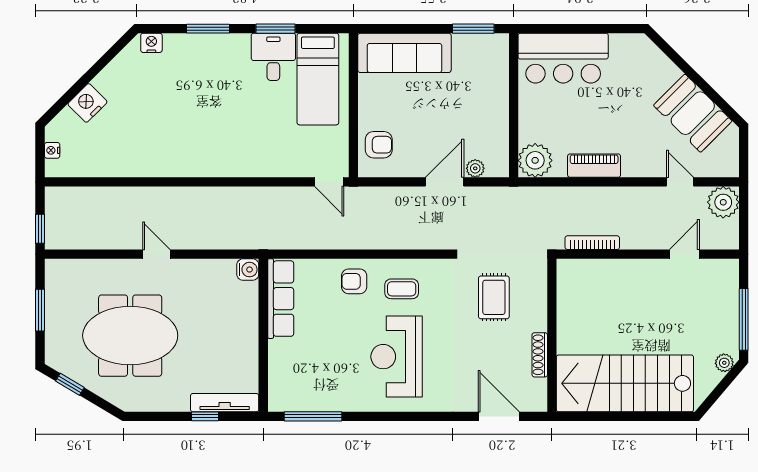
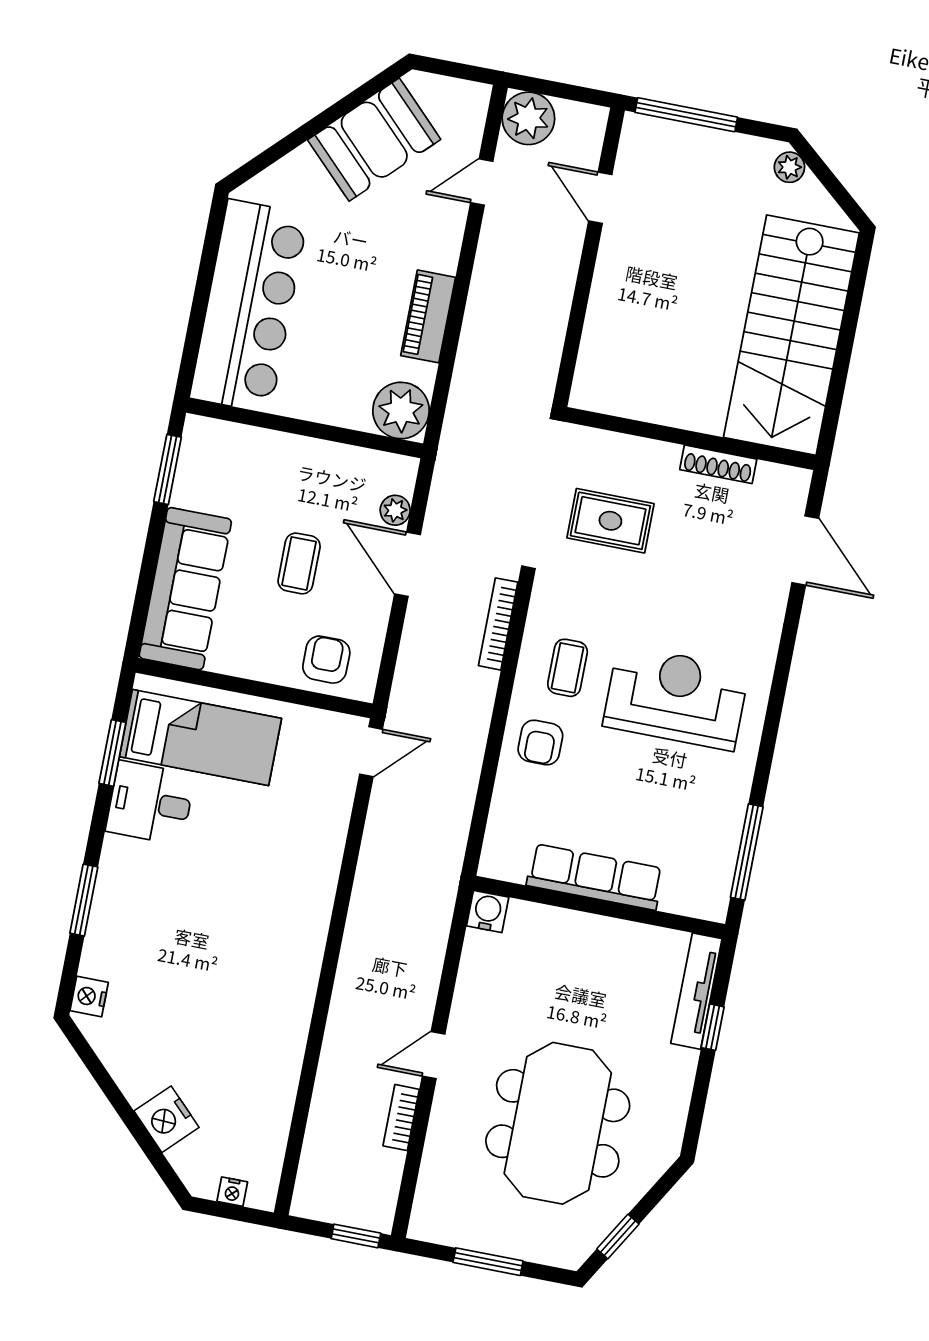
window: (276, 29) -> (112, 753), moved
bar counter: (563, 58) -> (249, 306), width x1.36
coffee table: (433, 117) -> (299, 563), added
bookcase: (116, 242) -> (401, 1118), added
bookcase: (592, 243) -> (498, 624), moved
row of seats: (281, 299) -> (595, 877), moved
window: (744, 319) -> (686, 115), moved
reception desk: (396, 357) -> (676, 698), turned 180
door: (499, 416) -> (805, 550), swing flipped

